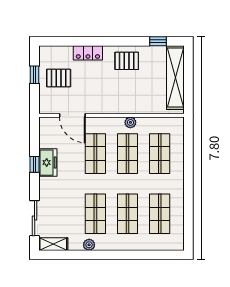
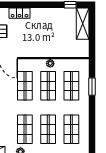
pallet: (127, 61) -> (48, 19), removed
shelving: (175, 78) -> (83, 24), width x0.68
window: (188, 155) -> (92, 87), added

